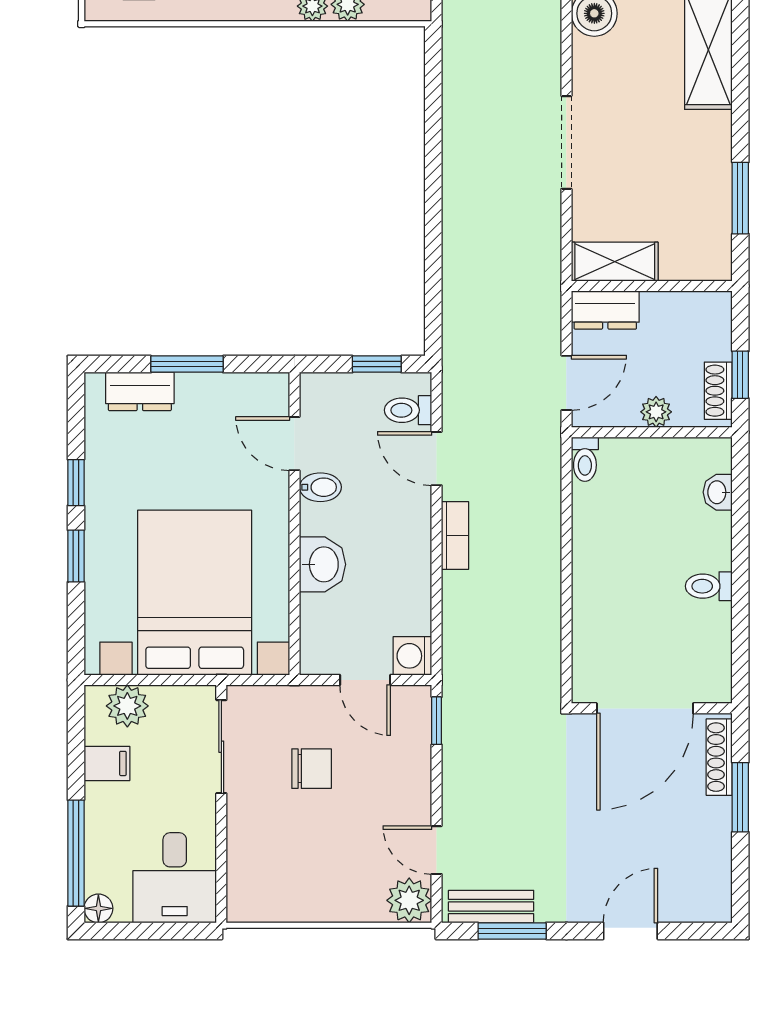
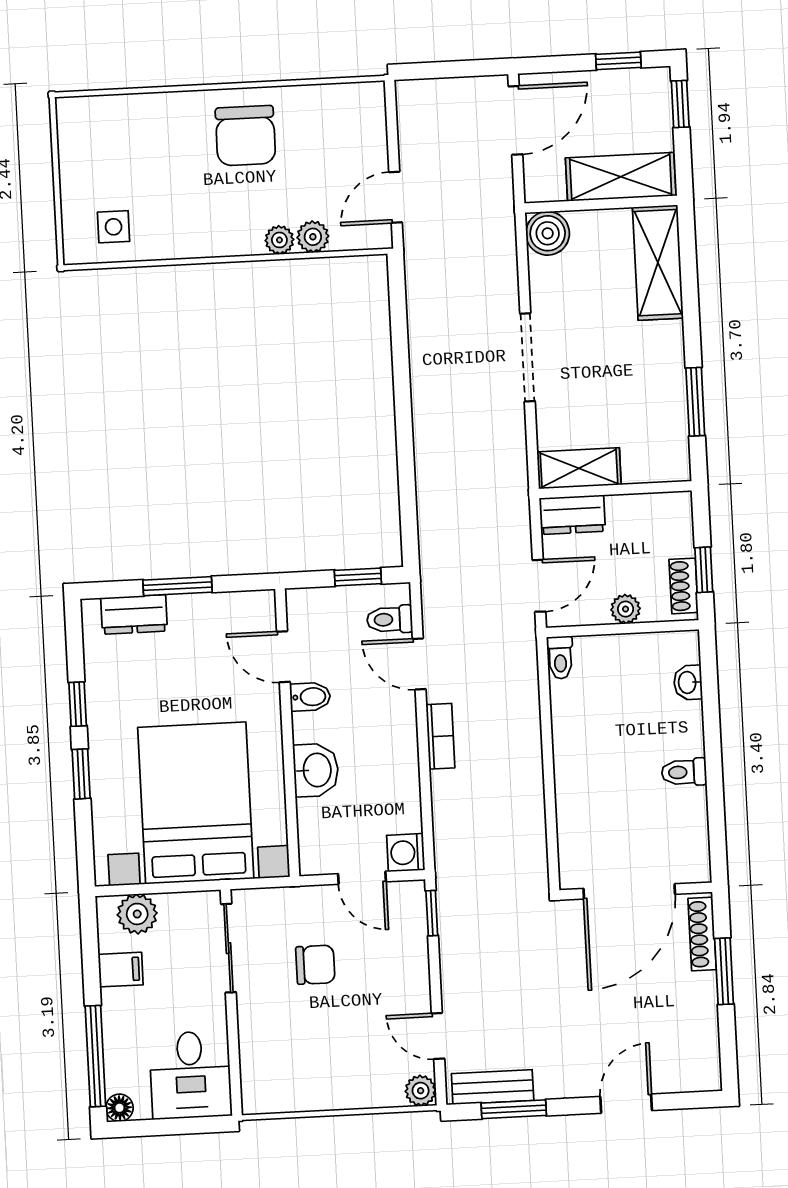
plant: (409, 900) -> (421, 1091), width x0.73, depth x0.73

